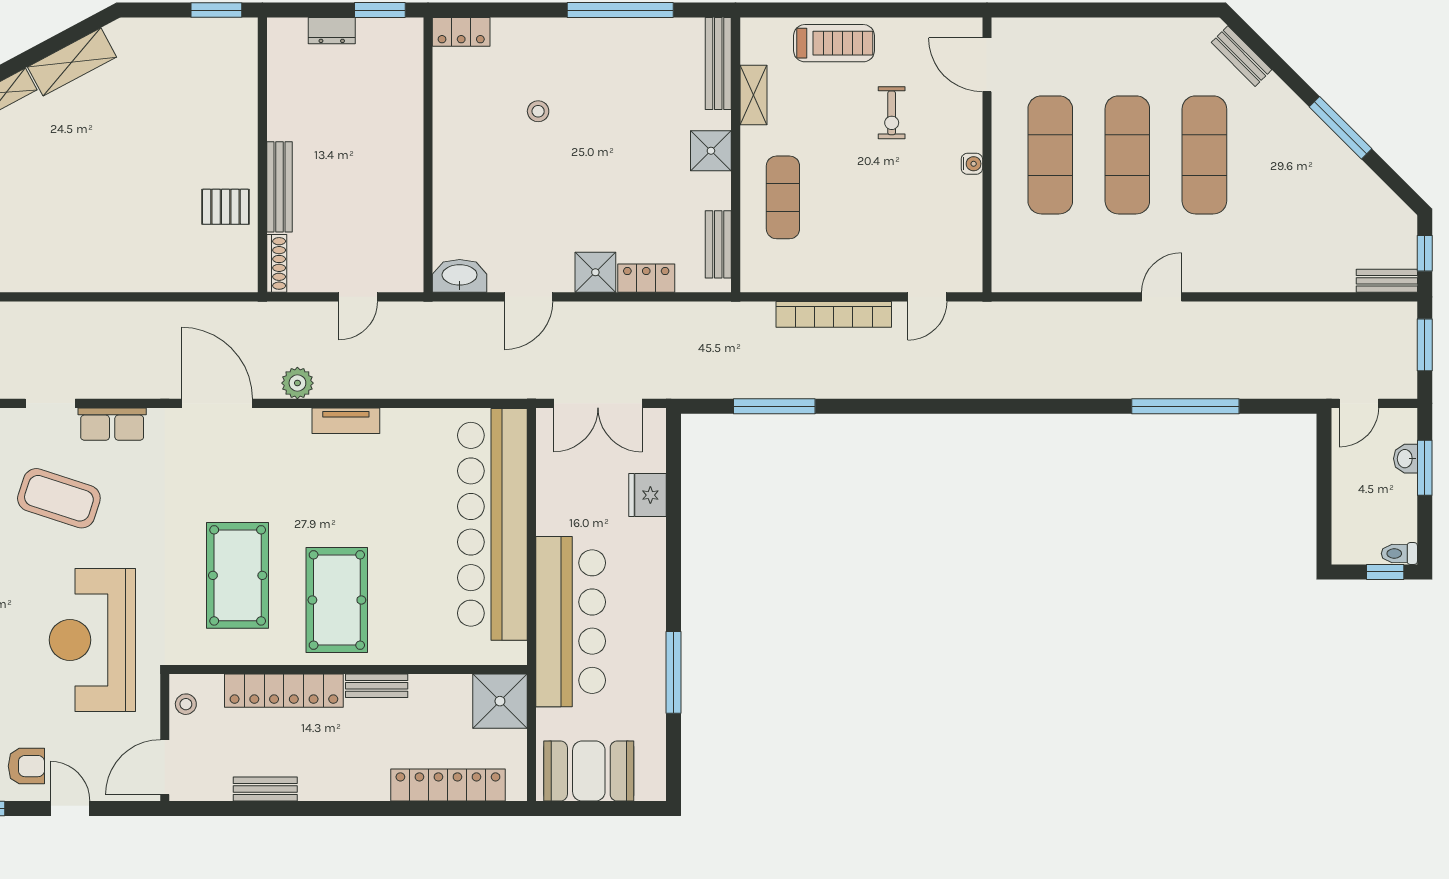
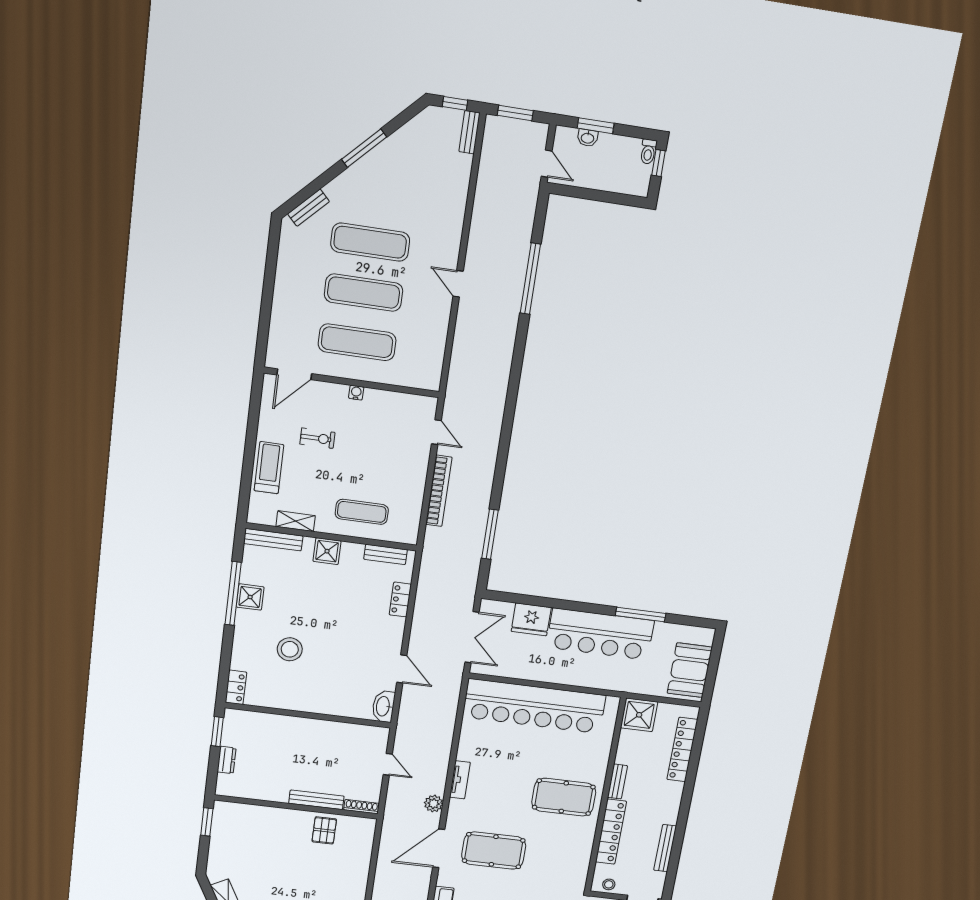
stool: (538, 111) -> (290, 649), width x1.89, depth x1.89
shower: (595, 272) -> (250, 597), moved
fridge: (647, 495) -> (531, 619), width x1.36, depth x1.34
pool table: (238, 575) -> (494, 851), moved
bar counter: (571, 622) -> (600, 634), moved, turned 180
bench: (265, 789) -> (665, 848), width x1.36

